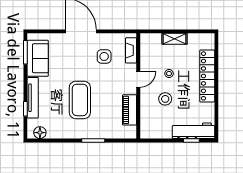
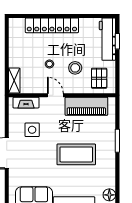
shelving: (175, 39) -> (14, 81), moved
piano: (130, 110) -> (86, 106), width x1.37, depth x1.33
pallet: (155, 123) -> (99, 78), added

